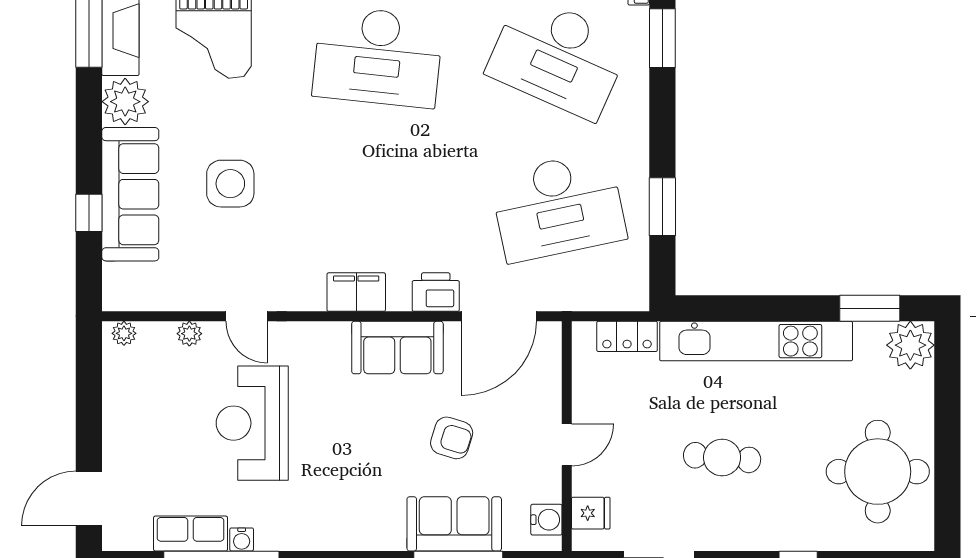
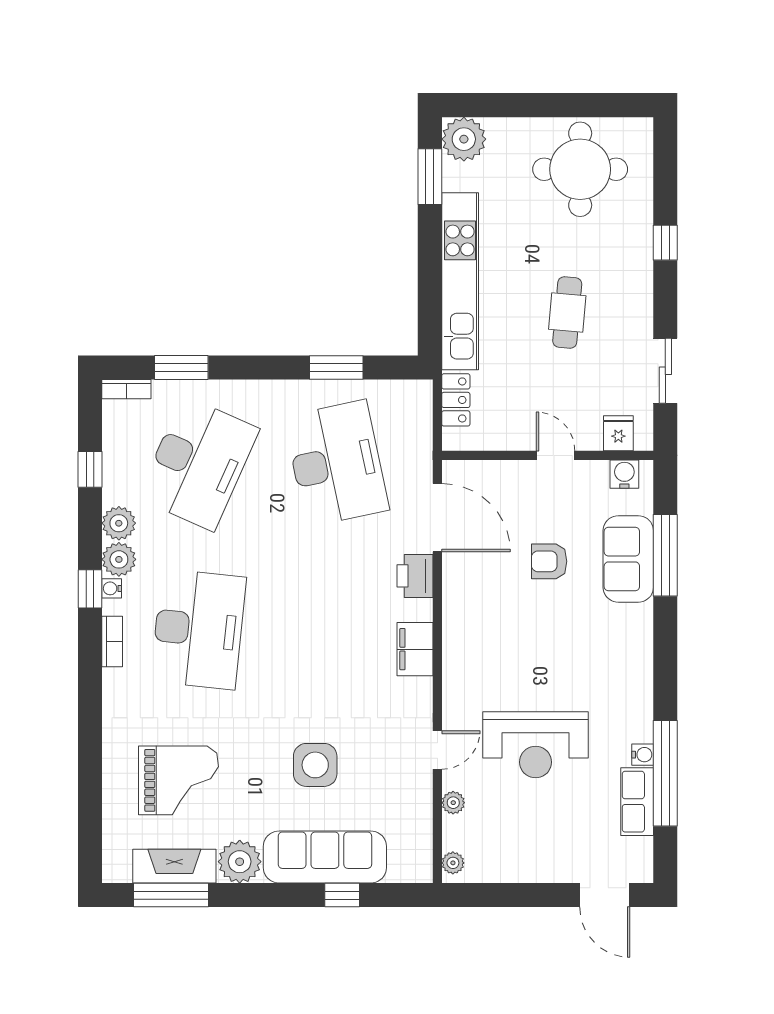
sofa: (397, 348) -> (466, 611), removed
armchair: (452, 438) -> (549, 561), turned -107

